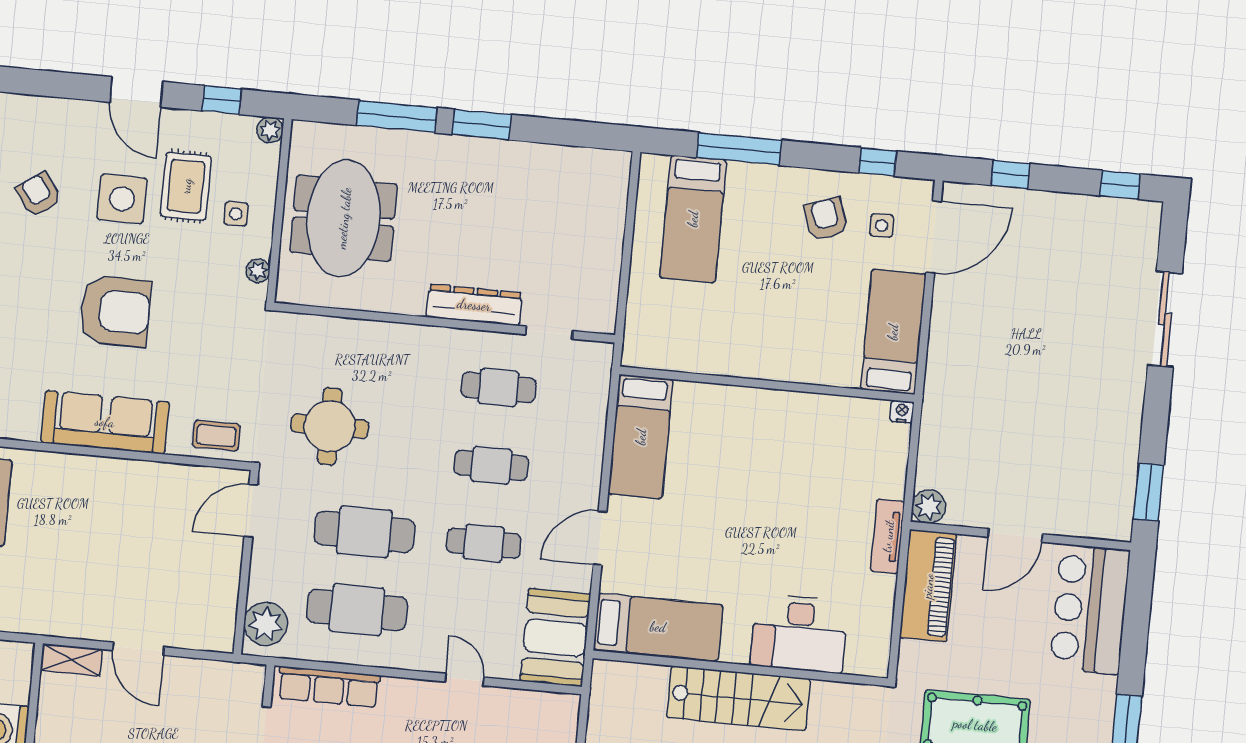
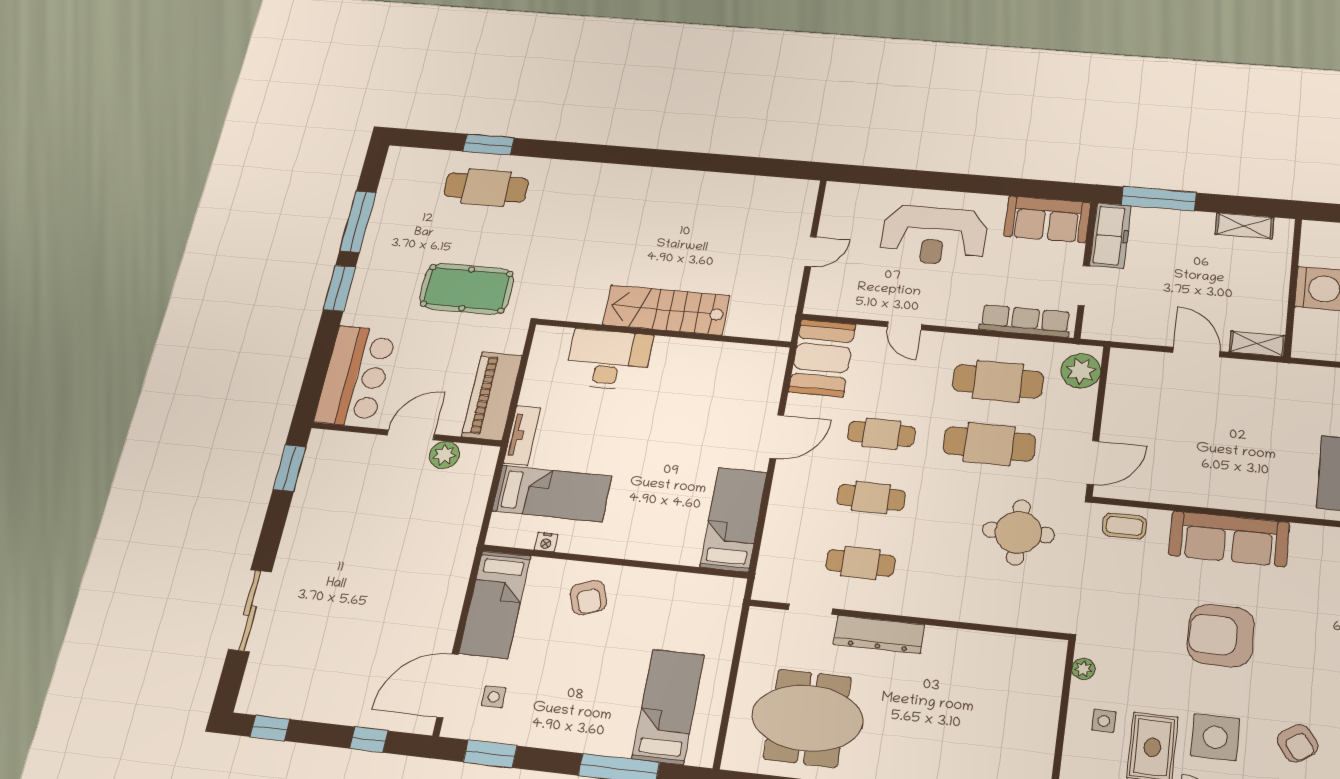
window: (878, 162) -> (490, 754), width x1.50
meeting table: (344, 218) -> (808, 718), moved, turned 90
armchair: (826, 219) -> (588, 598), moved
nightstand: (902, 412) -> (546, 542), moved
plant: (929, 507) -> (444, 455), moved
bed: (658, 627) -> (552, 494), moved, turned 180

